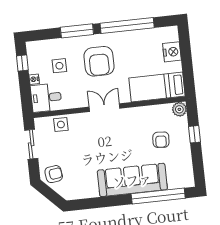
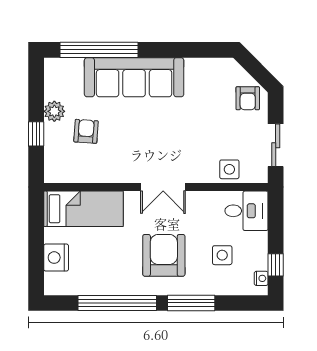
nightstand: (34, 79) -> (261, 278), moved
plant: (179, 109) -> (54, 111), moved
armchair: (54, 174) -> (248, 98), turned -82

